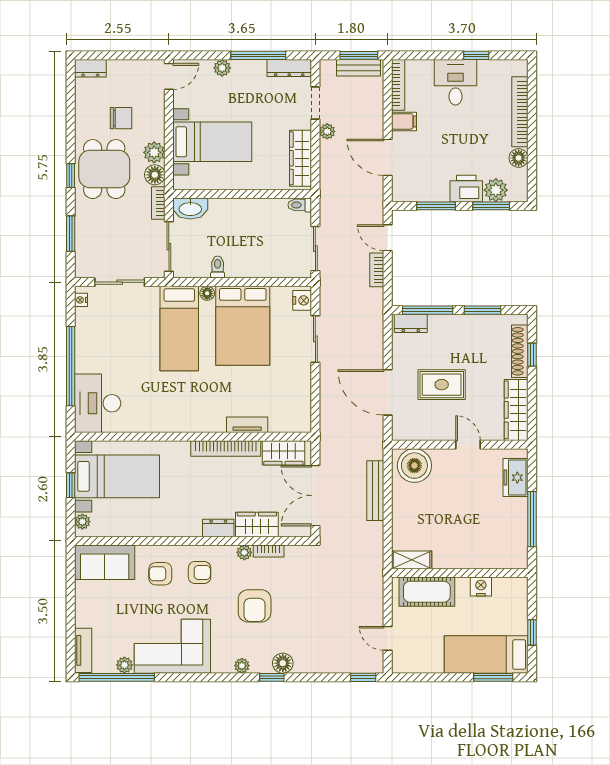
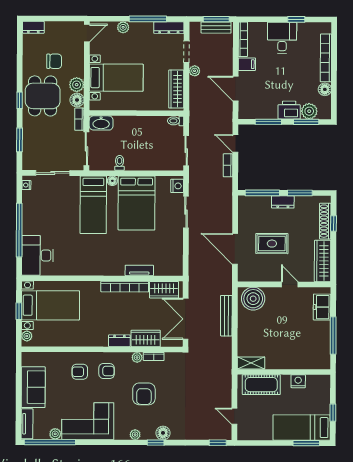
dresser: (411, 323) -> (283, 202), moved
sofa: (105, 562) -> (33, 387), moved, turned -90

